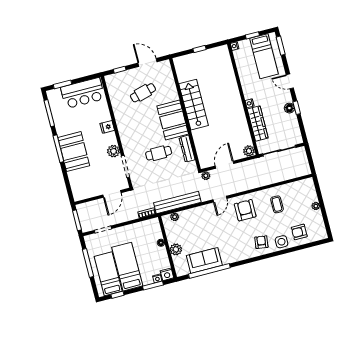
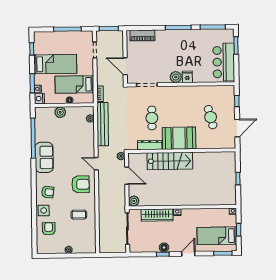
stairs: (194, 105) -> (170, 161), moved
plant: (113, 151) -> (176, 77), moved
booth: (74, 152) -> (172, 41), removed
piano: (76, 184) -> (142, 36), added
sofa: (204, 260) -> (44, 157), moved
bed: (108, 274) -> (74, 84), moved, turned 180

